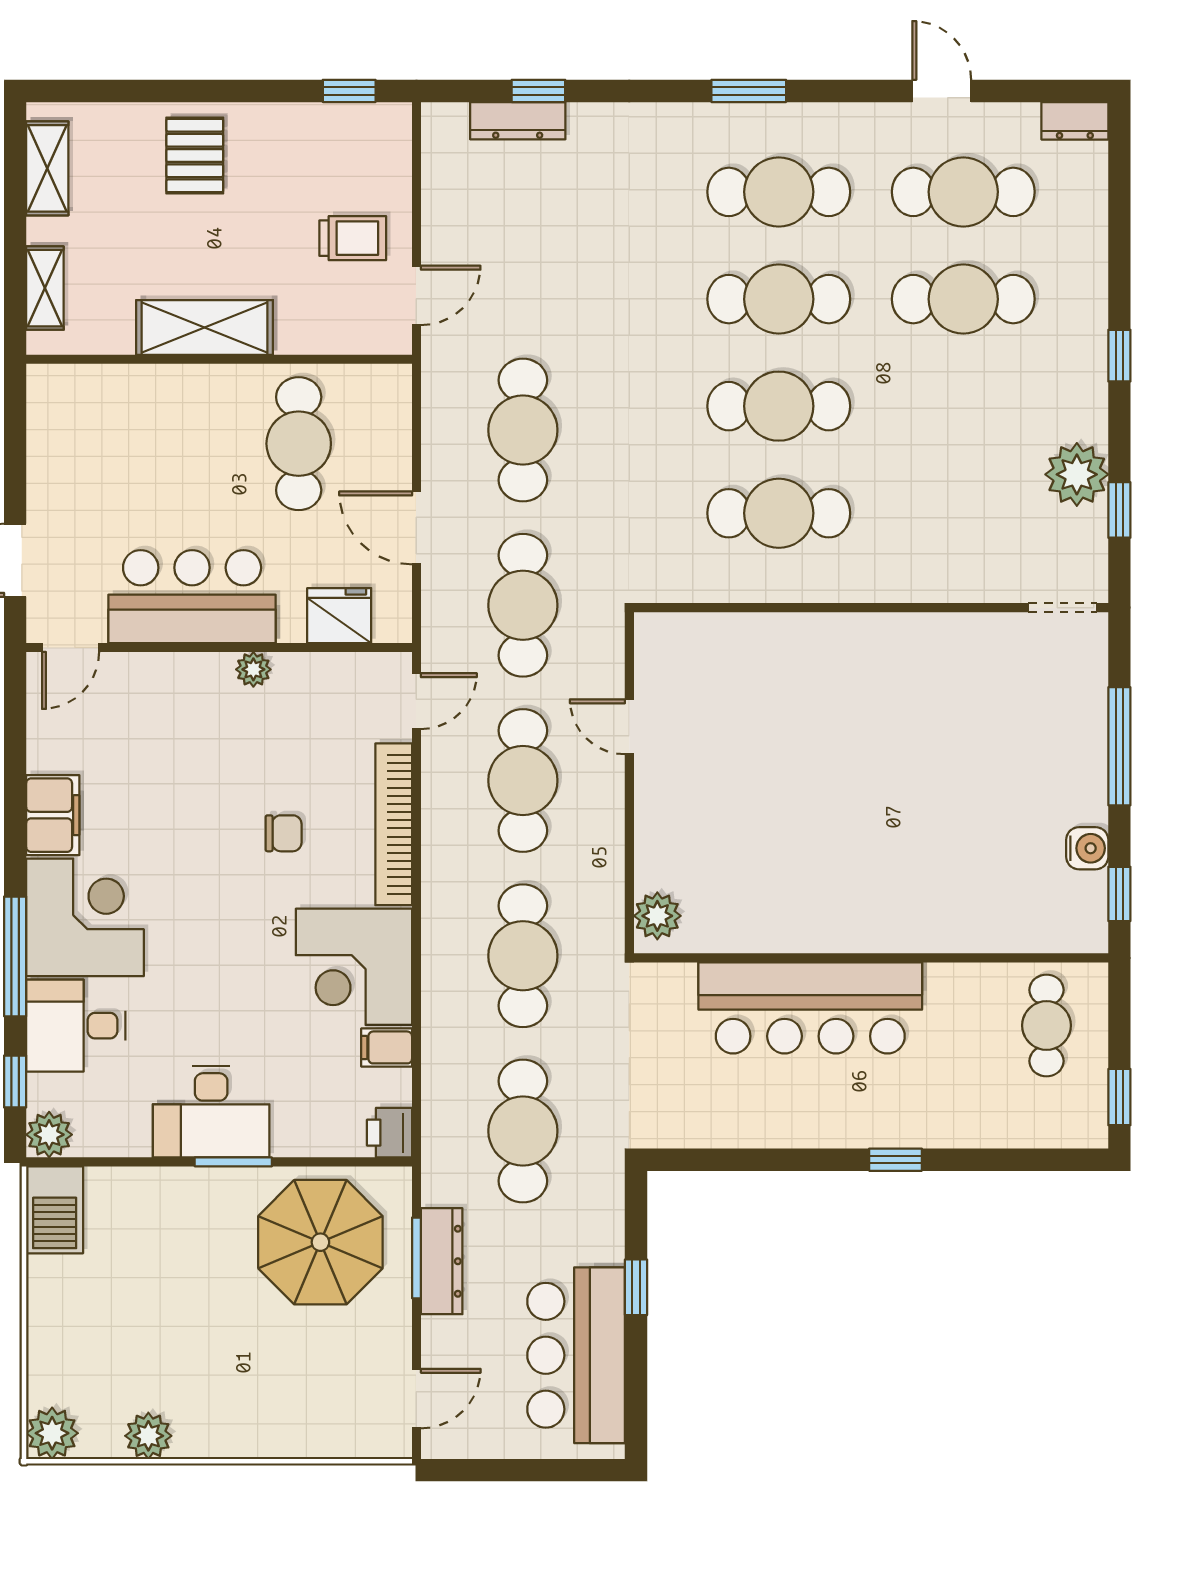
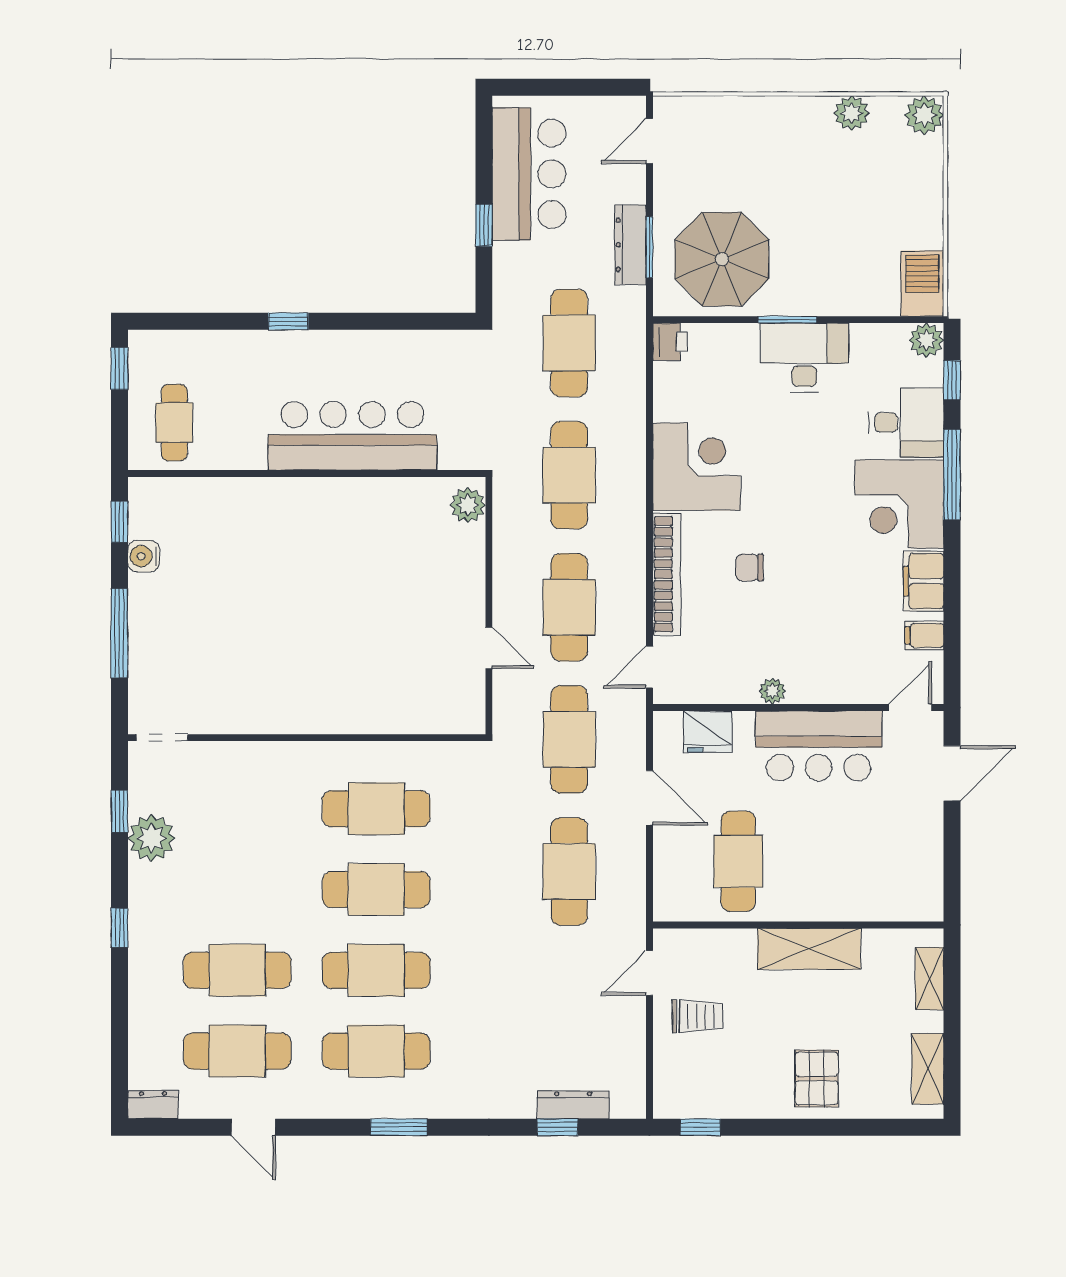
trolley: (353, 238) -> (698, 1016), turned 180
filing cabinet: (387, 1047) -> (925, 635), moved, turned 180

